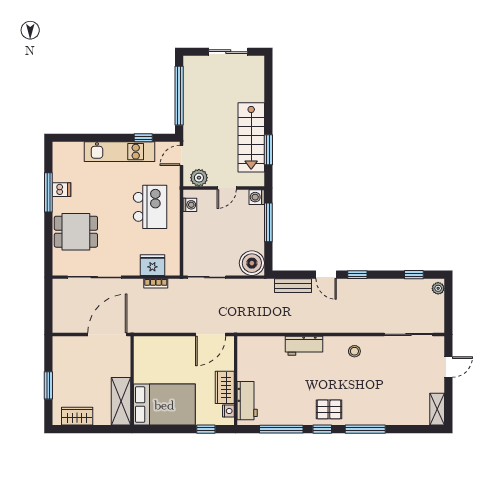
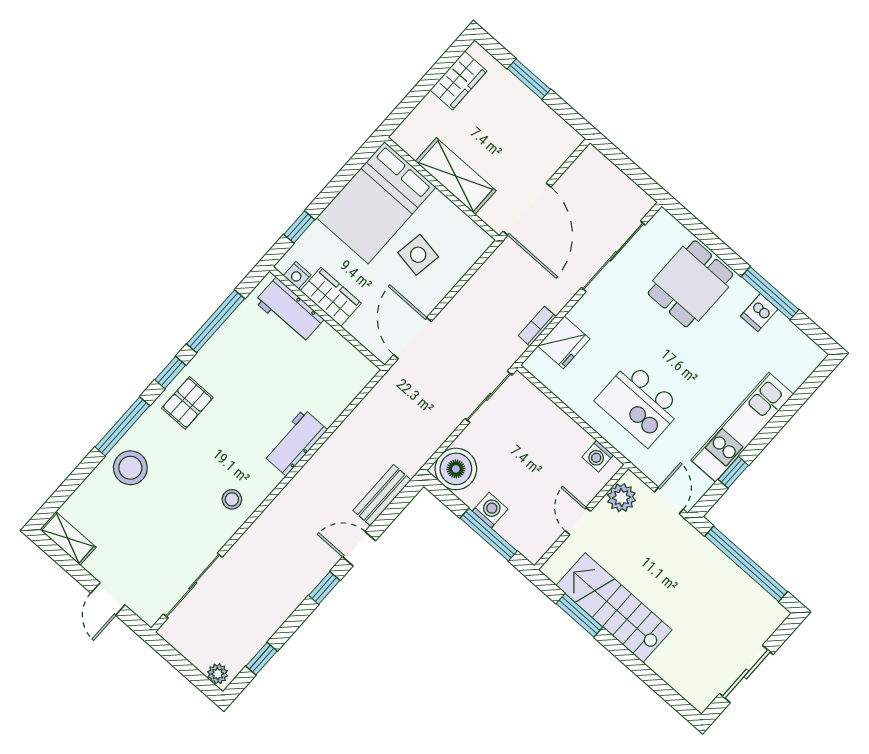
washing machine: (257, 197) -> (490, 510), moved
side table: (171, 365) -> (418, 255), added
shelving: (121, 401) -> (456, 176), moved
stool: (381, 409) -> (130, 468), added

